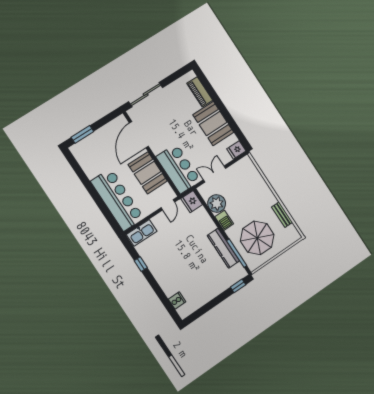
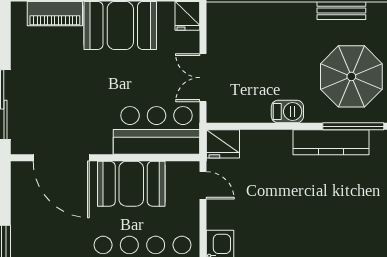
plant: (217, 203) -> (253, 106), removed

